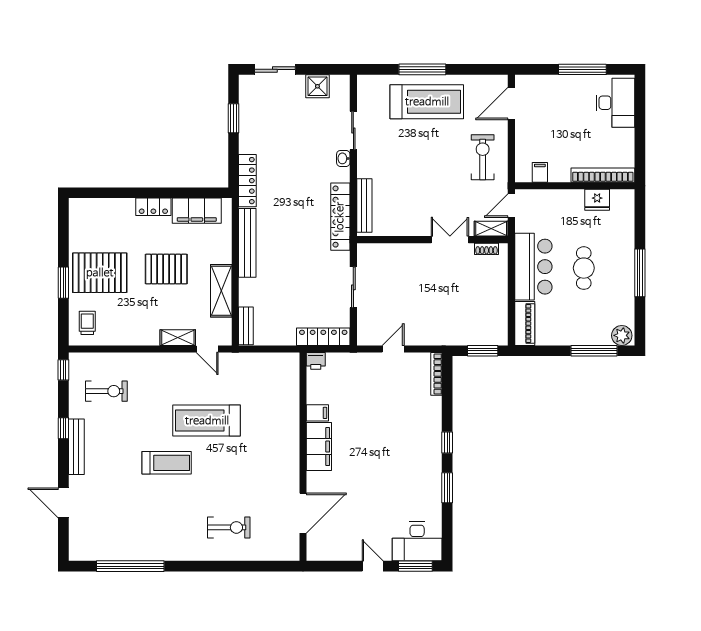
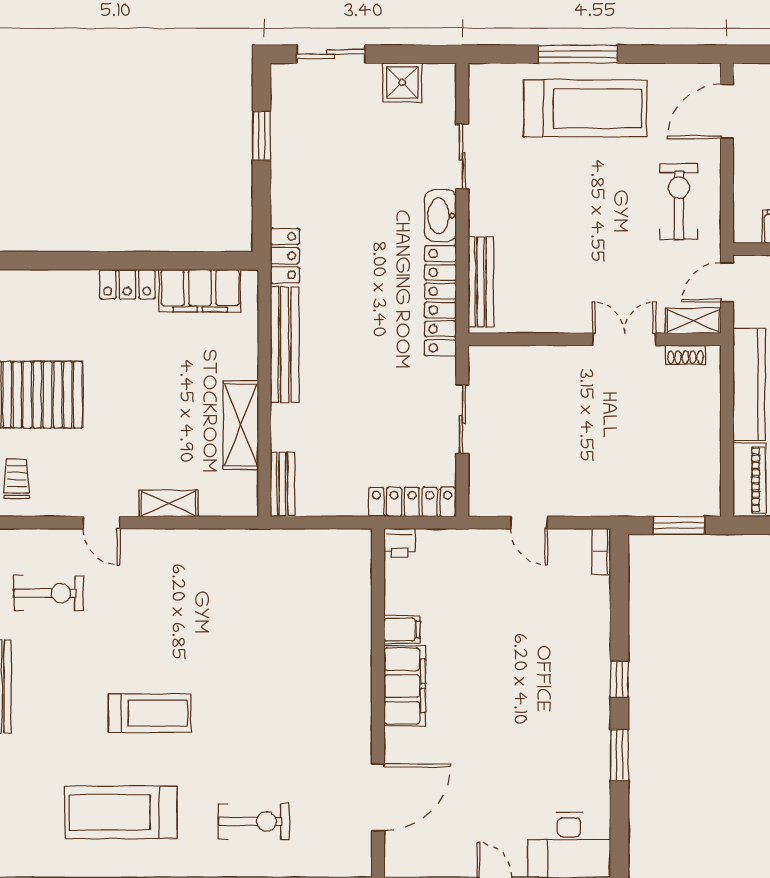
washbasin: (343, 158) -> (441, 216), width x1.91, depth x1.45
locker: (247, 181) -> (285, 256), width x0.66
pallet: (166, 269) -> (149, 389), removed
door: (207, 349) -> (101, 523), moved
door: (393, 349) -> (529, 523), swing flipped
bookcase: (436, 374) -> (601, 551), width x0.64
treadmill: (207, 421) -> (121, 812), moved

